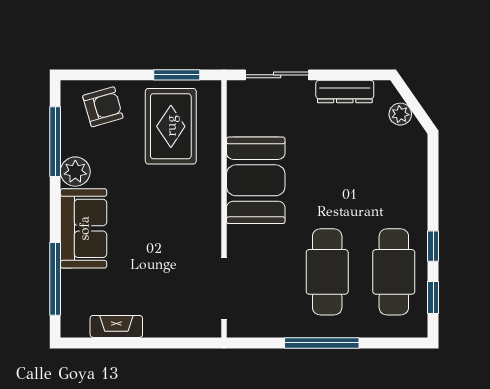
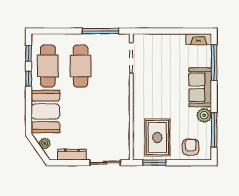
armchair: (103, 107) -> (191, 147), turned 106
booth: (256, 180) -> (45, 111), moved
fireplace: (116, 326) -> (199, 39), moved
window: (322, 343) -> (101, 31), moved

